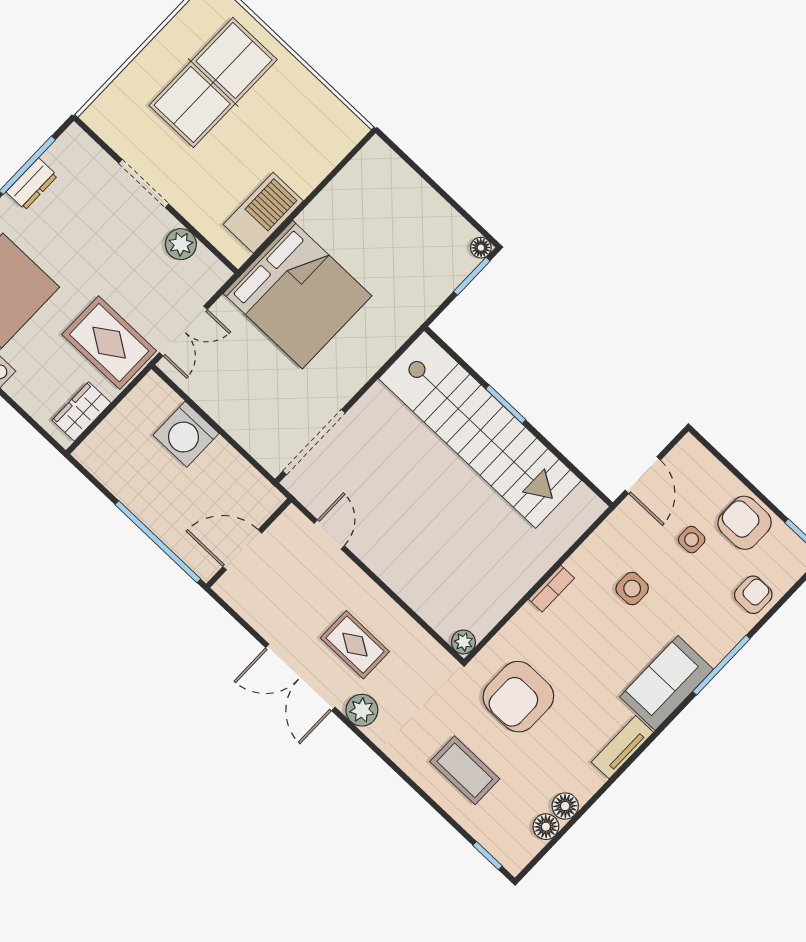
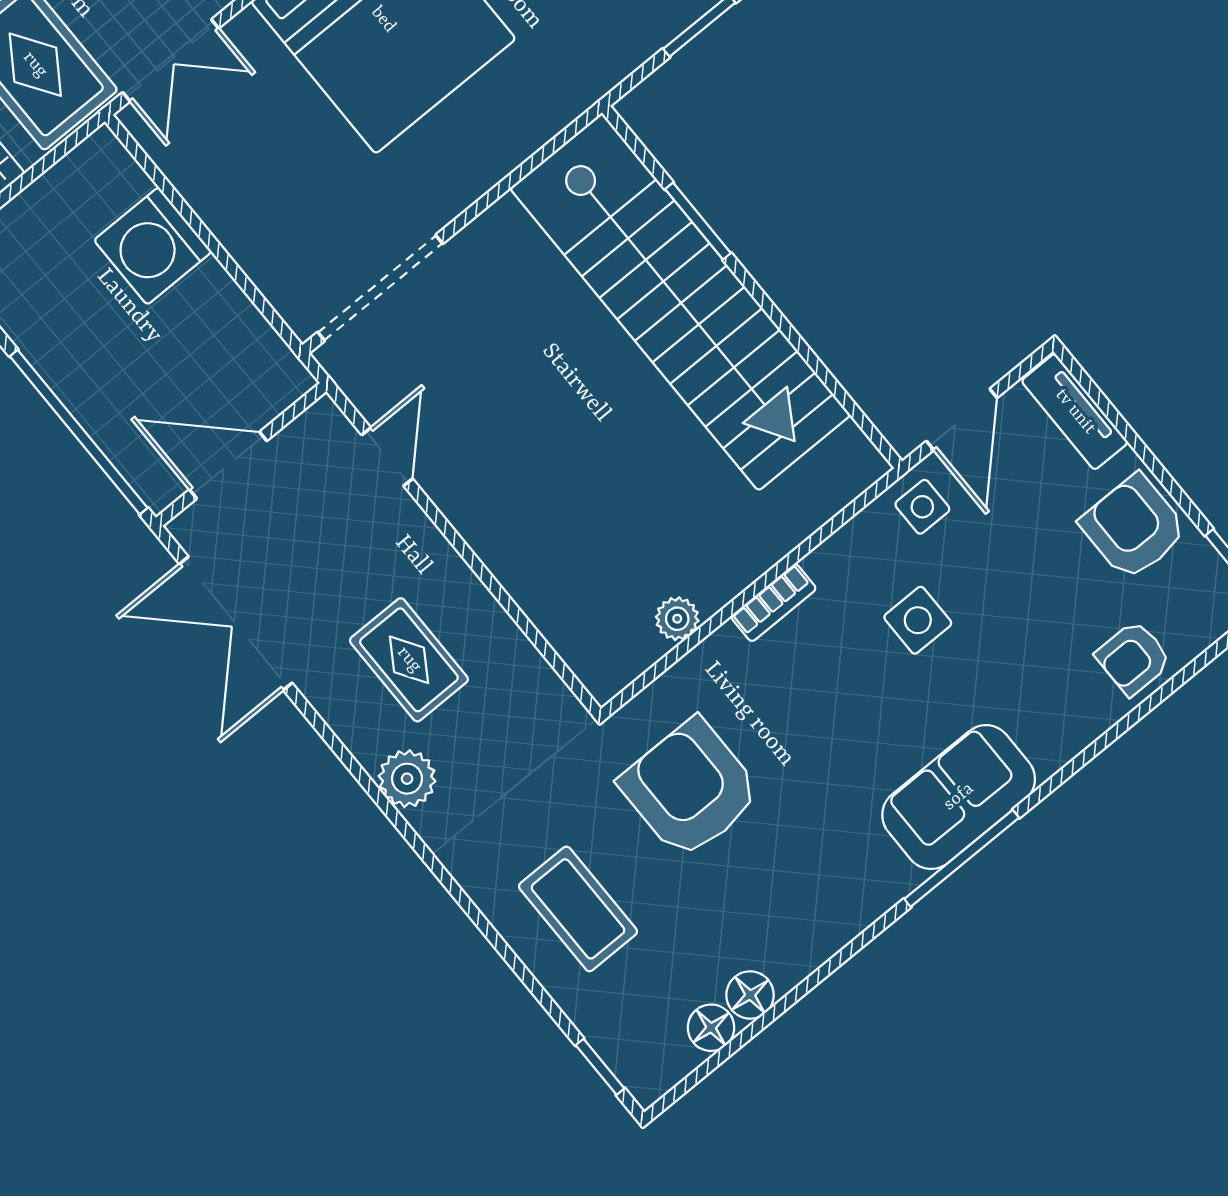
window: (506, 404) -> (698, 221), moved
side table: (692, 540) -> (922, 507), moved
armchair: (753, 595) -> (1133, 658), turned 180
plant: (463, 642) -> (677, 619), moved
window: (721, 665) -> (962, 858), moved
double door: (300, 677) -> (236, 623), moved
armchair: (518, 697) -> (690, 789), turned 90
tv unit: (622, 747) -> (1075, 412), moved, turned -90

